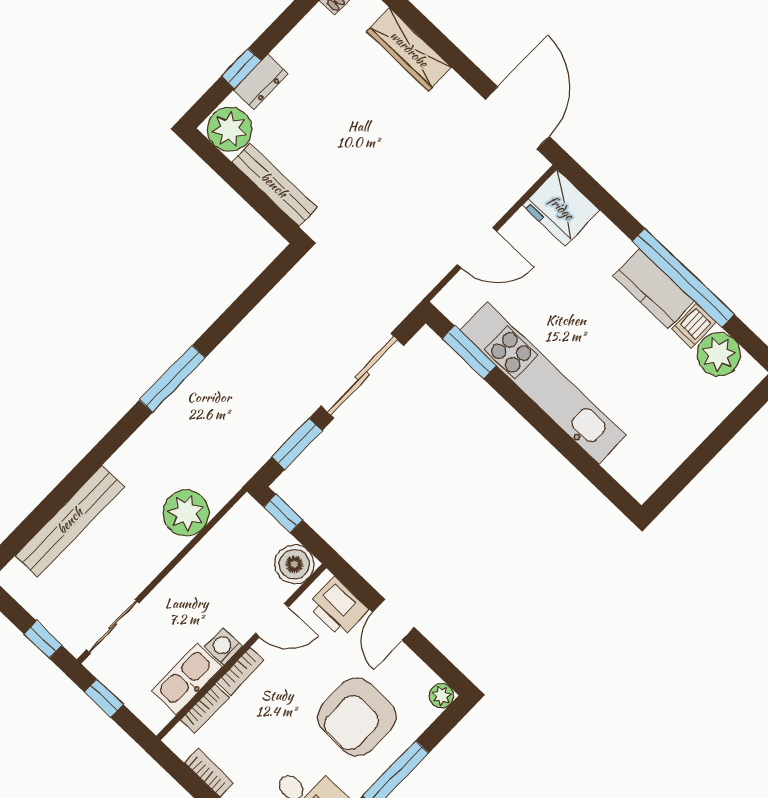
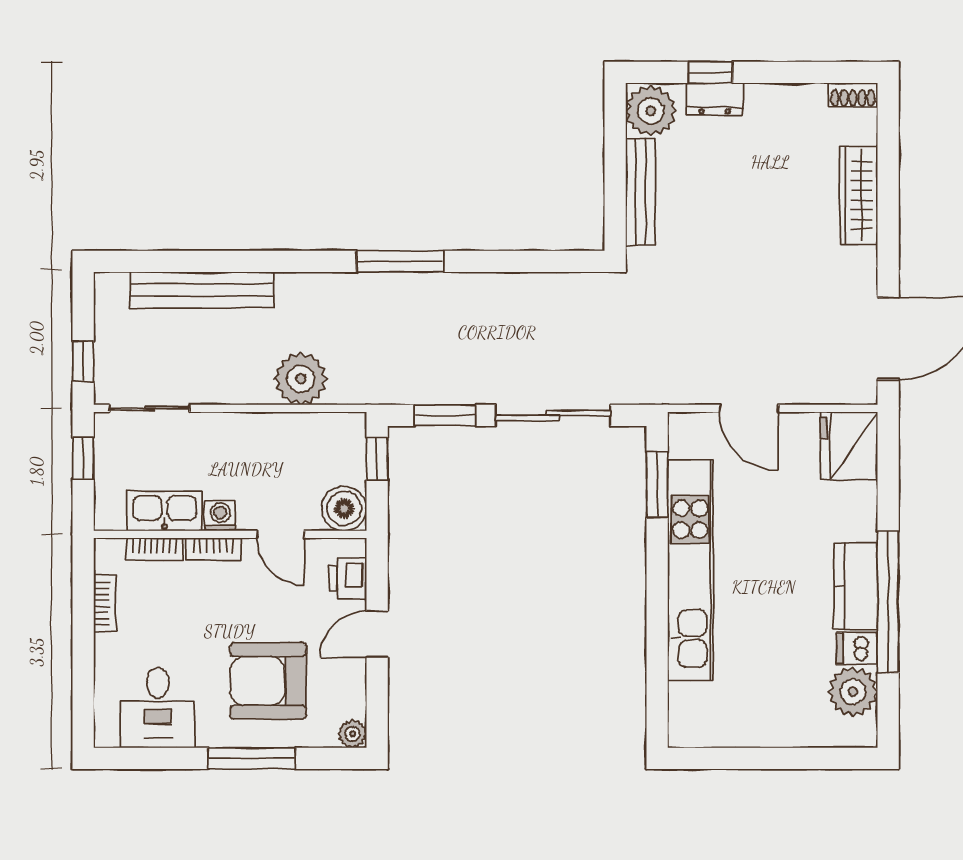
printer: (338, 607) -> (348, 578), width x0.73, depth x0.81

